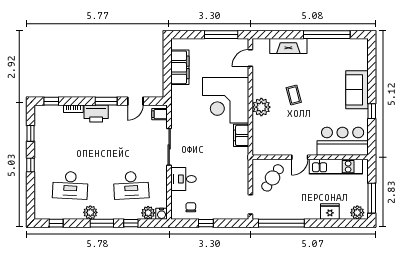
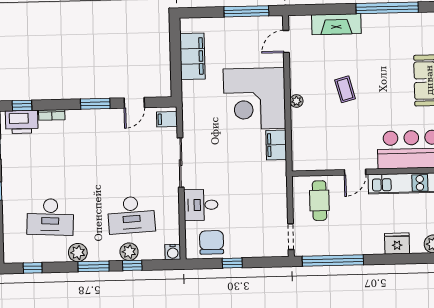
plant: (261, 107) -> (296, 101), width x0.53, depth x0.53
printer: (96, 114) -> (22, 122), moved
cafe table: (273, 178) -> (319, 201), turned -34
chair: (191, 207) -> (212, 242), width x1.87, depth x1.87
plant: (148, 213) -> (129, 252), moved

